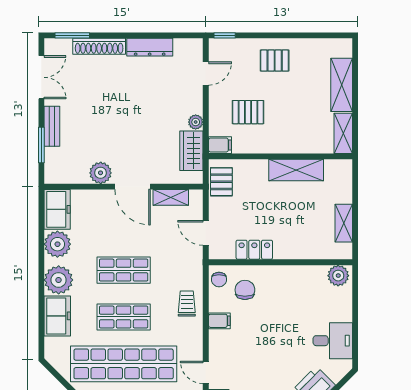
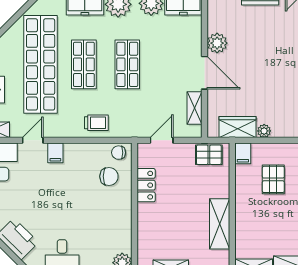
door: (133, 187) -> (204, 73), swing flipped
filing cabinet: (219, 321) -> (55, 153), moved

